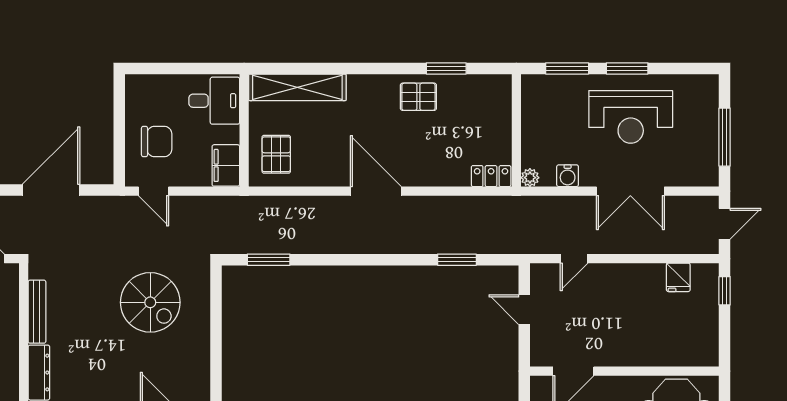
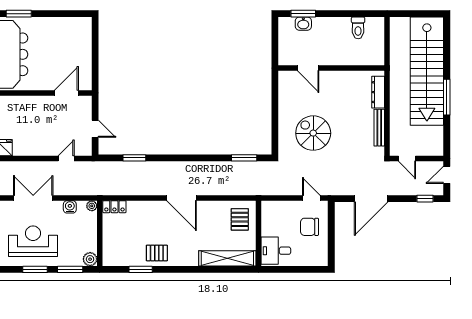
plant: (533, 86) -> (90, 259), added
filing cabinet: (226, 165) -> (269, 213), removed

